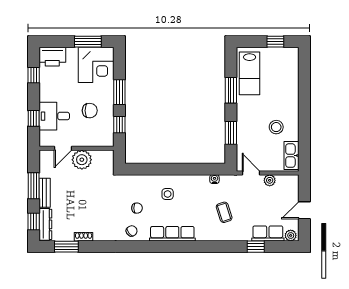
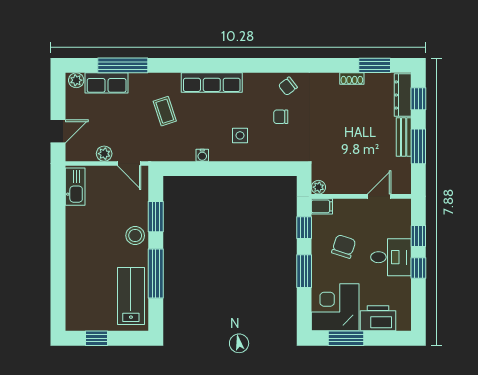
printer: (52, 57) -> (378, 318), moved
window: (34, 75) -> (418, 268), moved
window: (231, 90) -> (156, 273), width x1.44
chair: (90, 111) -> (344, 247), turned 108
desk: (54, 116) -> (391, 257), moved
stool: (276, 127) -> (135, 236), moved
filing cabinet: (106, 141) -> (322, 206), added
plant: (82, 160) -> (318, 187), moved, width x0.53, depth x0.53
water cooler: (214, 179) -> (202, 155), moved
door: (304, 210) -> (58, 131), moved
row of seats: (172, 234) -> (212, 83), moved
window: (256, 247) -> (123, 65), width x2.17

